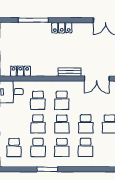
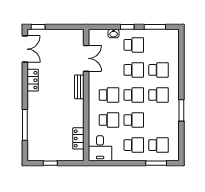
locker: (62, 28) -> (33, 80), moved
school desk: (38, 148) -> (134, 145), moved

